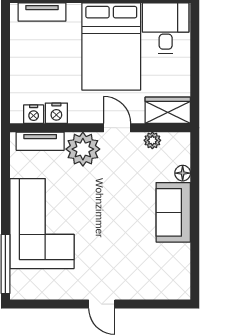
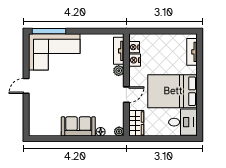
plant: (152, 140) -> (119, 131), moved
plant: (83, 149) -> (119, 71), width x0.53, depth x0.53
corner sofa: (42, 224) -> (54, 52), moved

